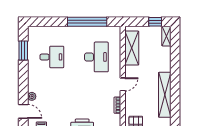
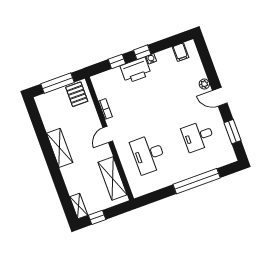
window: (87, 22) -> (197, 181), moved
shelving: (165, 95) -> (60, 148), width x0.68
door: (23, 111) -> (220, 97), moved

